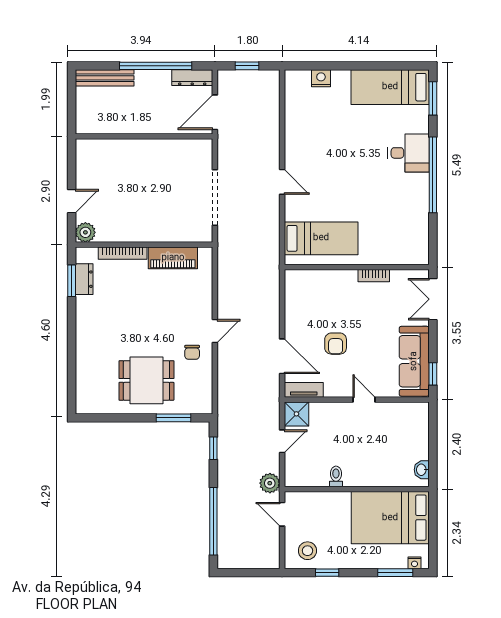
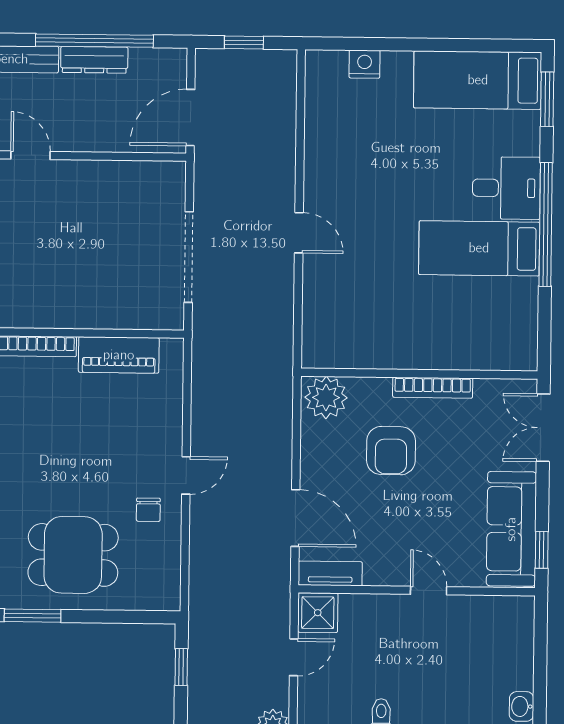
dresser: (192, 78) -> (94, 60), moved
door: (117, 136) -> (30, 155), added
bed: (321, 238) -> (479, 248), moved, turned 180
bookcase: (374, 276) -> (433, 388), width x1.56
plant: (300, 282) -> (326, 397), added
armchair: (336, 344) -> (391, 451), moved, width x1.38, depth x1.38
window: (174, 418) -> (33, 616), moved

